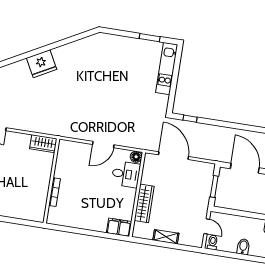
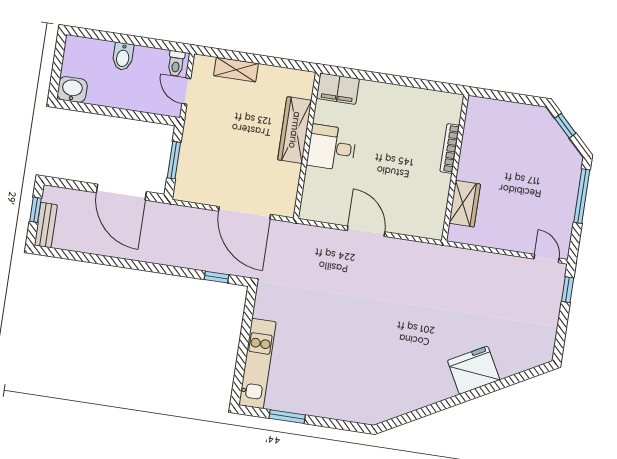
wardrobe: (43, 144) -> (465, 204), moved, turned 90
door: (103, 145) -> (366, 231), hinge flipped
floor lamp: (136, 157) -> (309, 211), removed
desk: (126, 174) -> (332, 148), moved
shelving: (166, 237) -> (236, 70), moved

